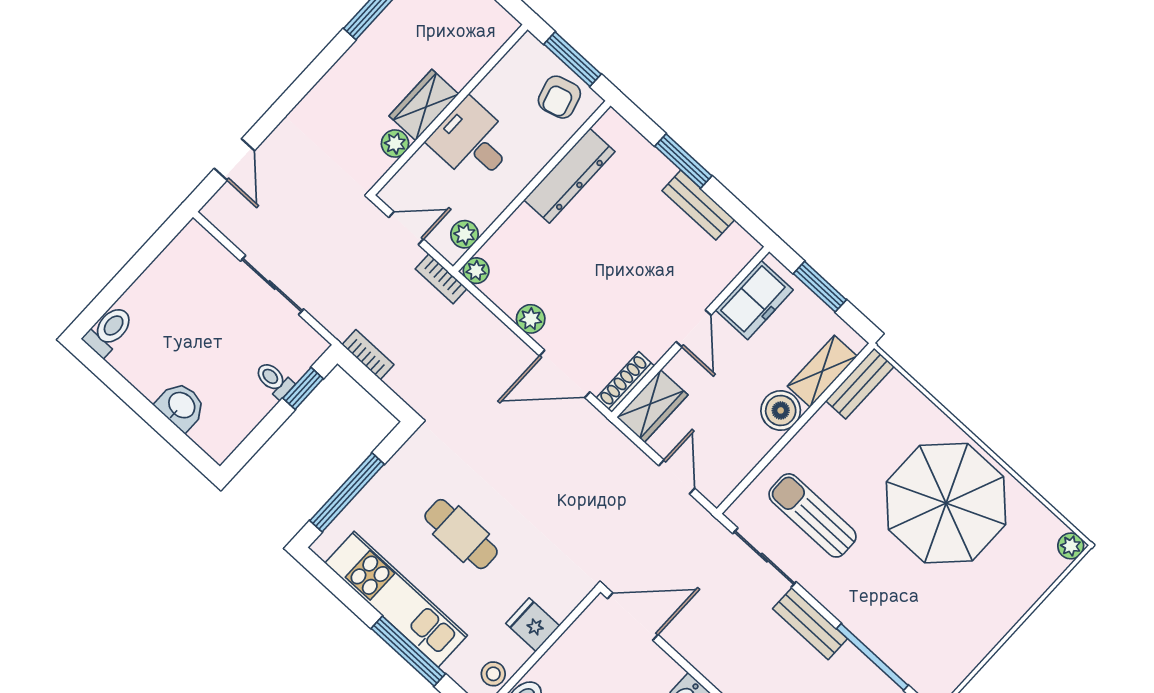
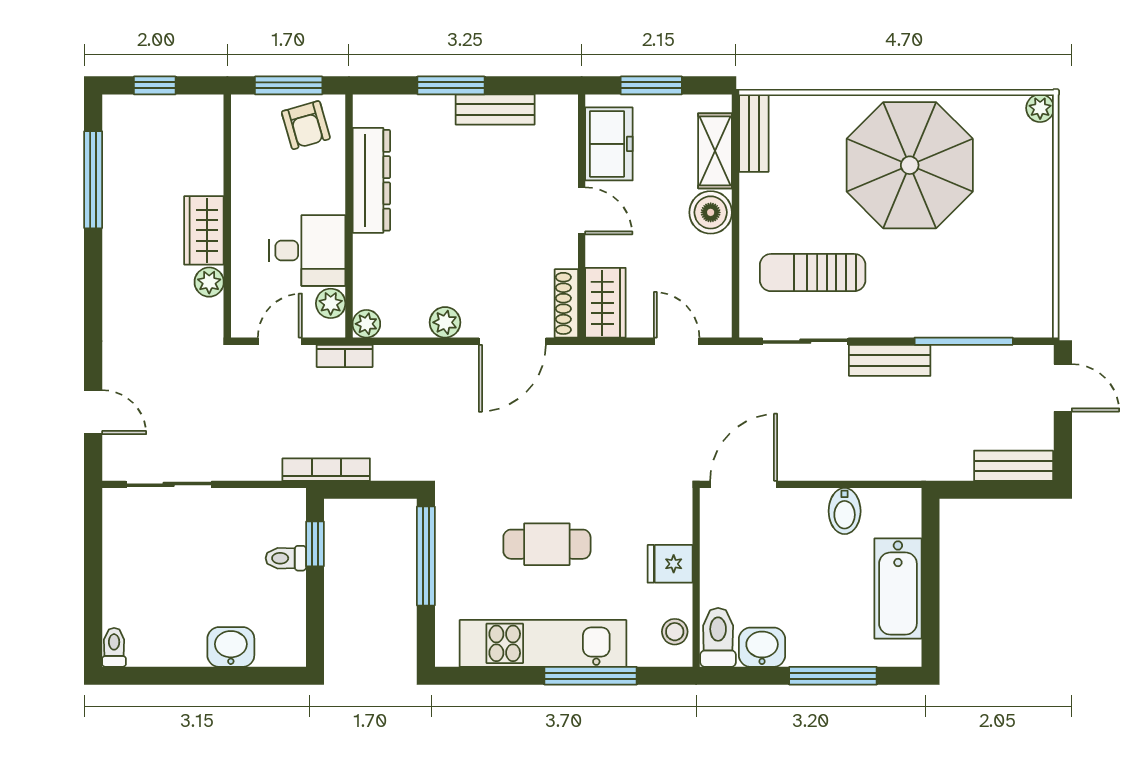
desk: (472, 142) -> (307, 251), moved, turned 180
sliding door: (272, 285) -> (169, 484), moved
toilet: (109, 331) -> (114, 647), width x0.73, depth x0.72
bookcase: (368, 355) -> (326, 470), width x1.56
window: (347, 492) -> (426, 556), moved

